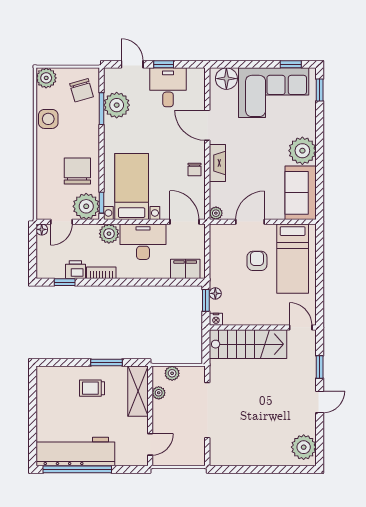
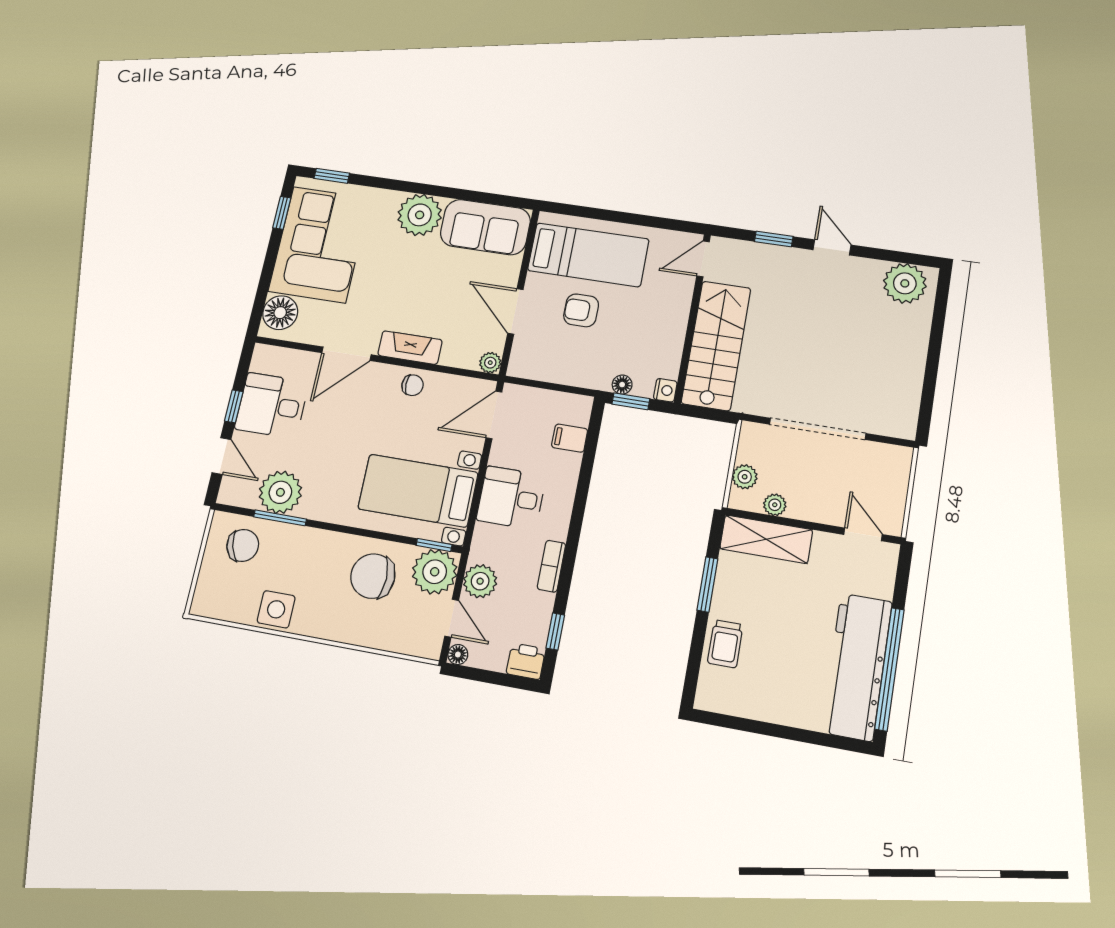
door: (132, 64) -> (221, 456), swing flipped
plant: (46, 78) -> (209, 600), removed
plant: (109, 234) -> (480, 581), moved
desk: (143, 242) -> (511, 498), width x0.73
filing cabinet: (185, 269) -> (570, 438), width x0.50
printer: (75, 270) -> (526, 661), moved, turned 90
trolley: (92, 388) -> (725, 644), moved

